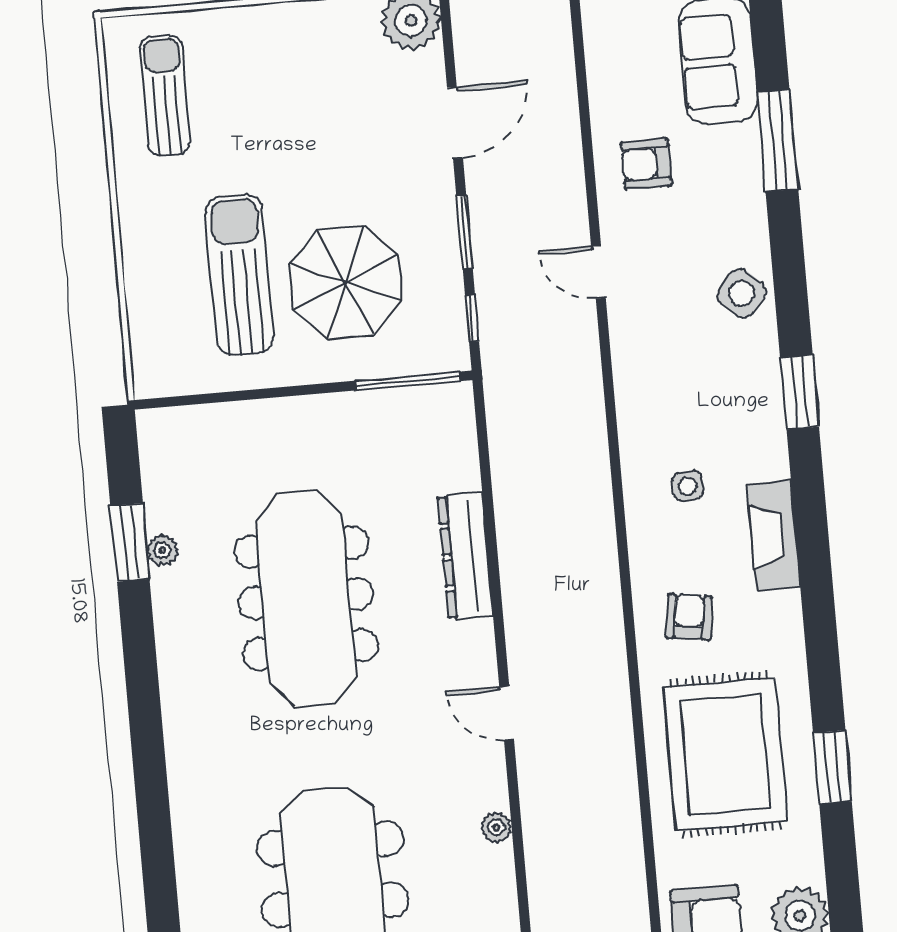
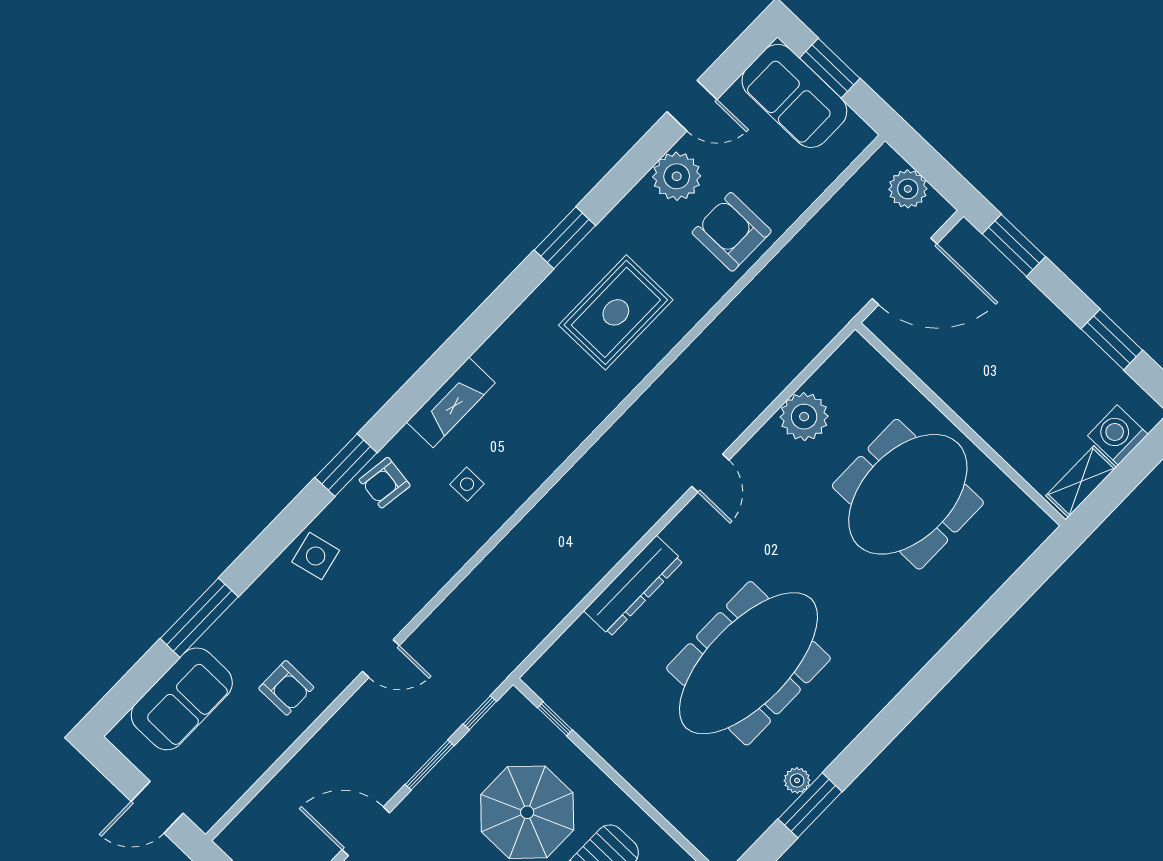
door: (598, 272) -> (381, 658), hinge flipped
side table: (742, 293) -> (316, 556), turned 35
window: (408, 381) -> (555, 719), width x0.46
armchair: (689, 617) -> (385, 483), moved
rug: (725, 754) -> (616, 312), width x0.73, depth x0.69
plant: (496, 827) -> (804, 417), width x1.88, depth x1.88

